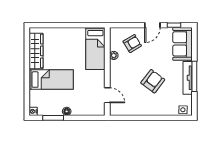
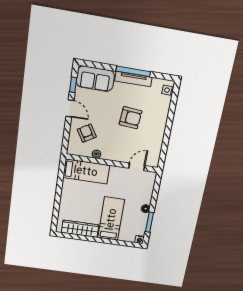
armchair: (153, 81) -> (130, 118), turned 148

